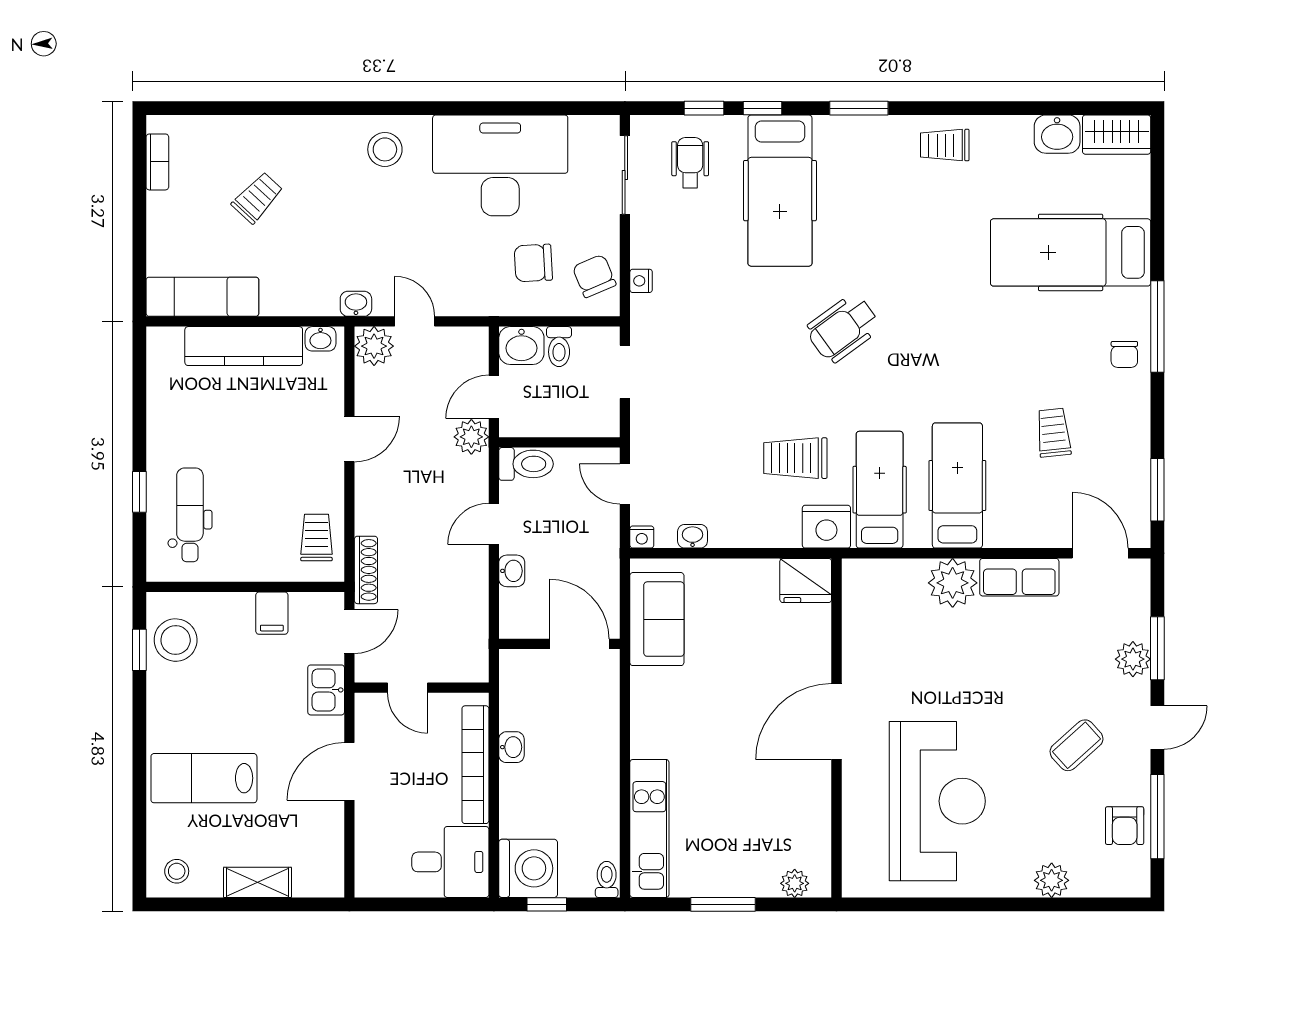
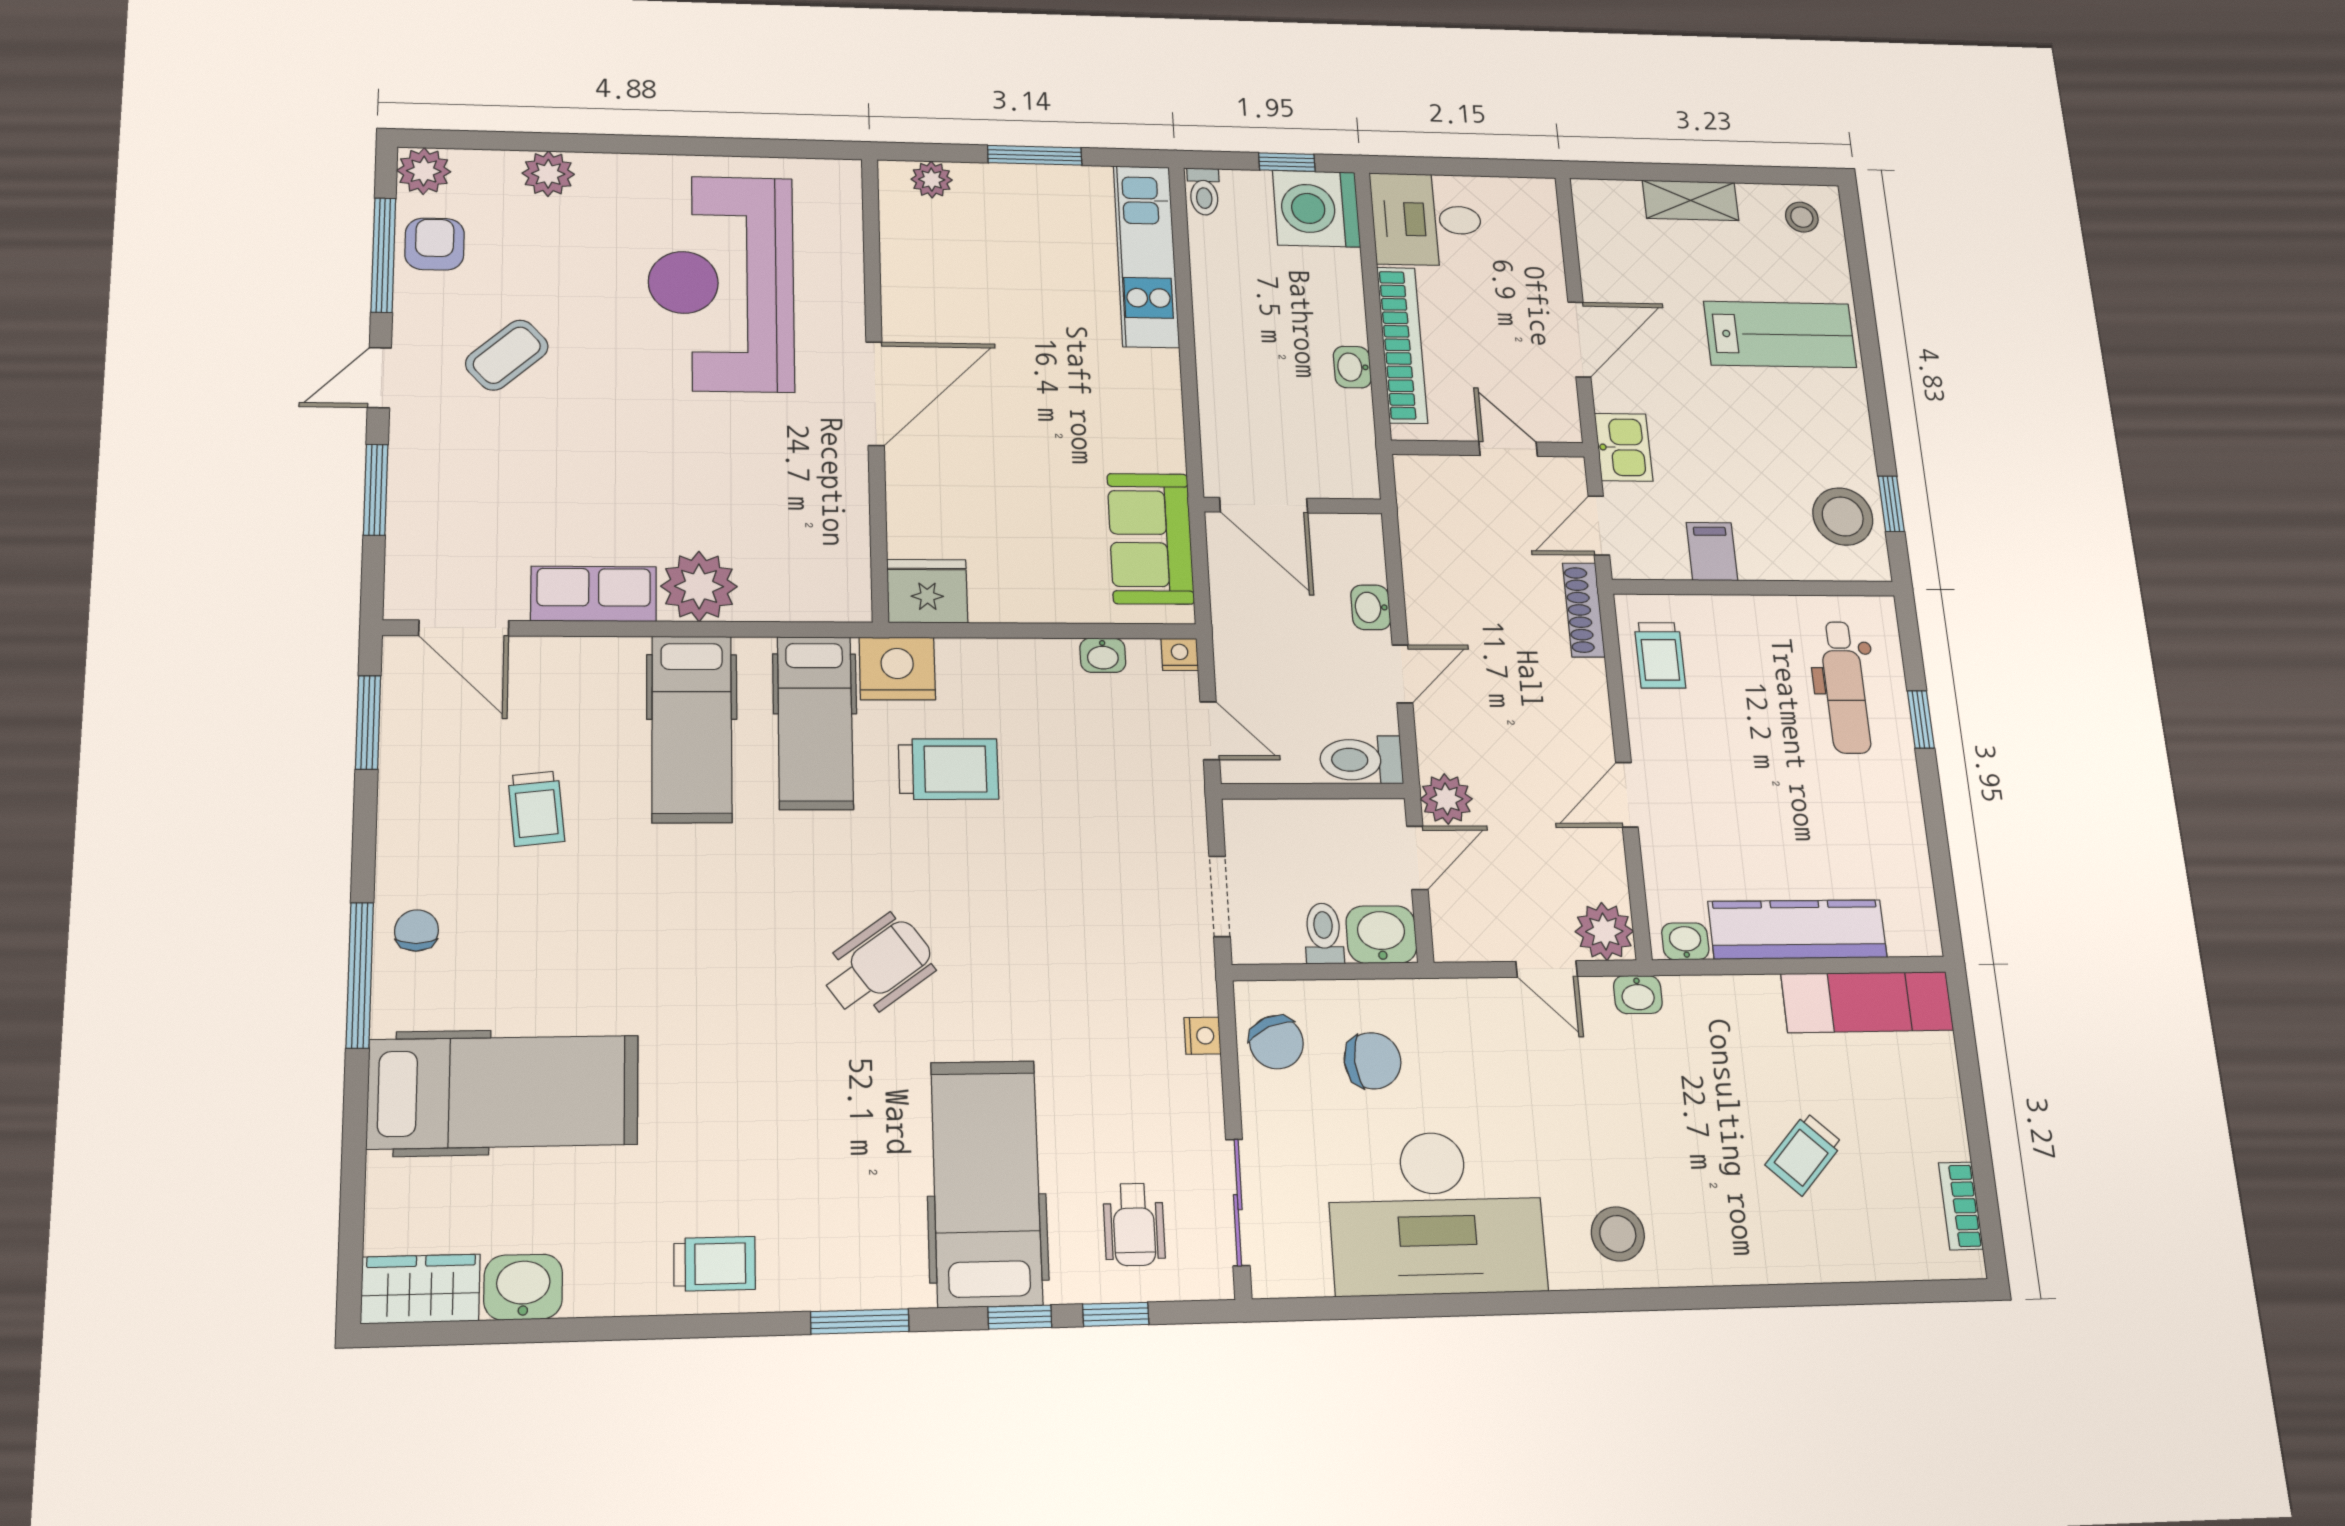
plant: (1133, 659) -> (424, 171), moved

